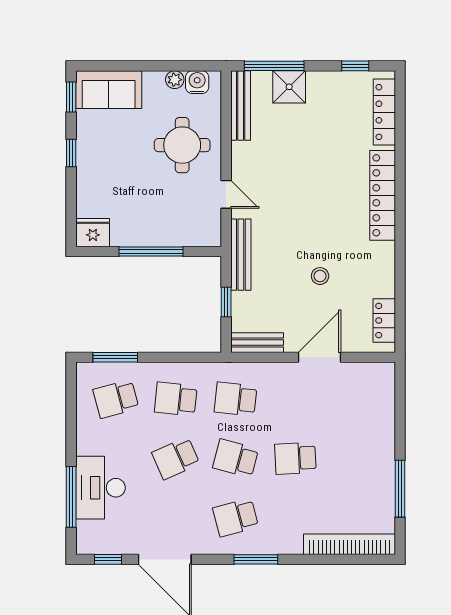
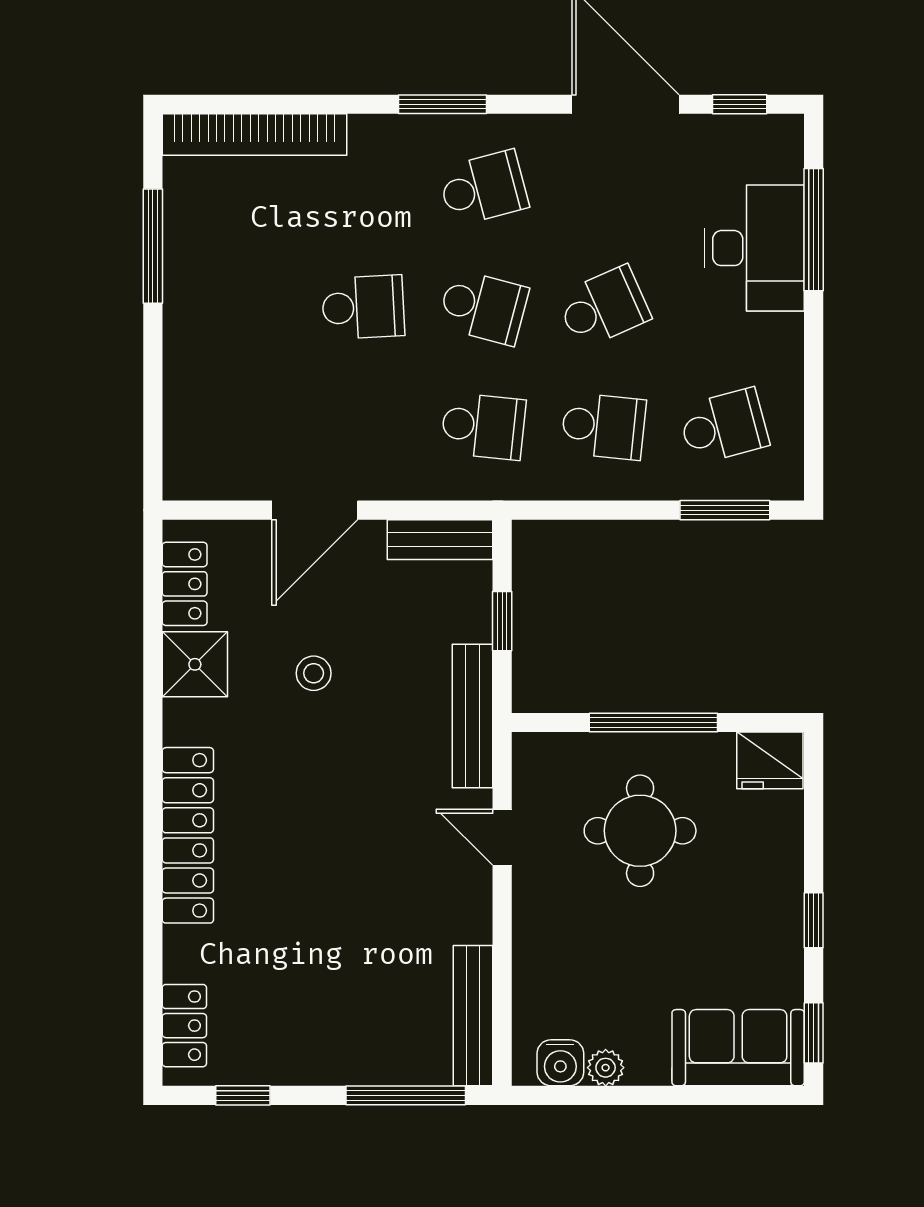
shower: (289, 87) -> (195, 664), moved
locker: (384, 112) -> (184, 1026), width x0.66
round table: (182, 145) -> (640, 831), moved

